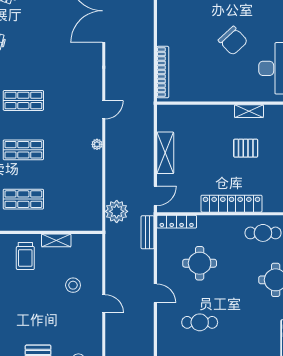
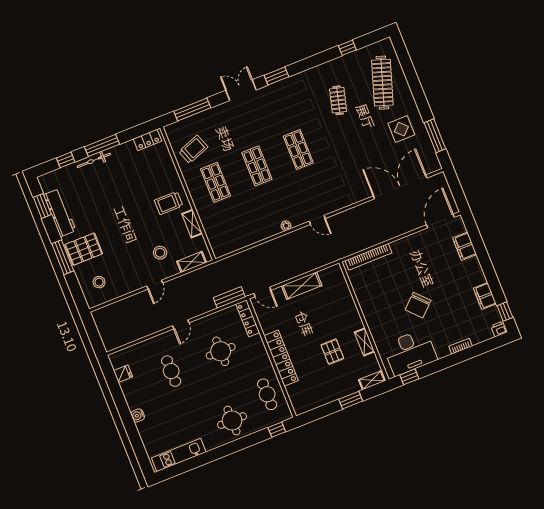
plant: (117, 211) -> (236, 264), removed
shelving: (95, 257) -> (192, 262), added

